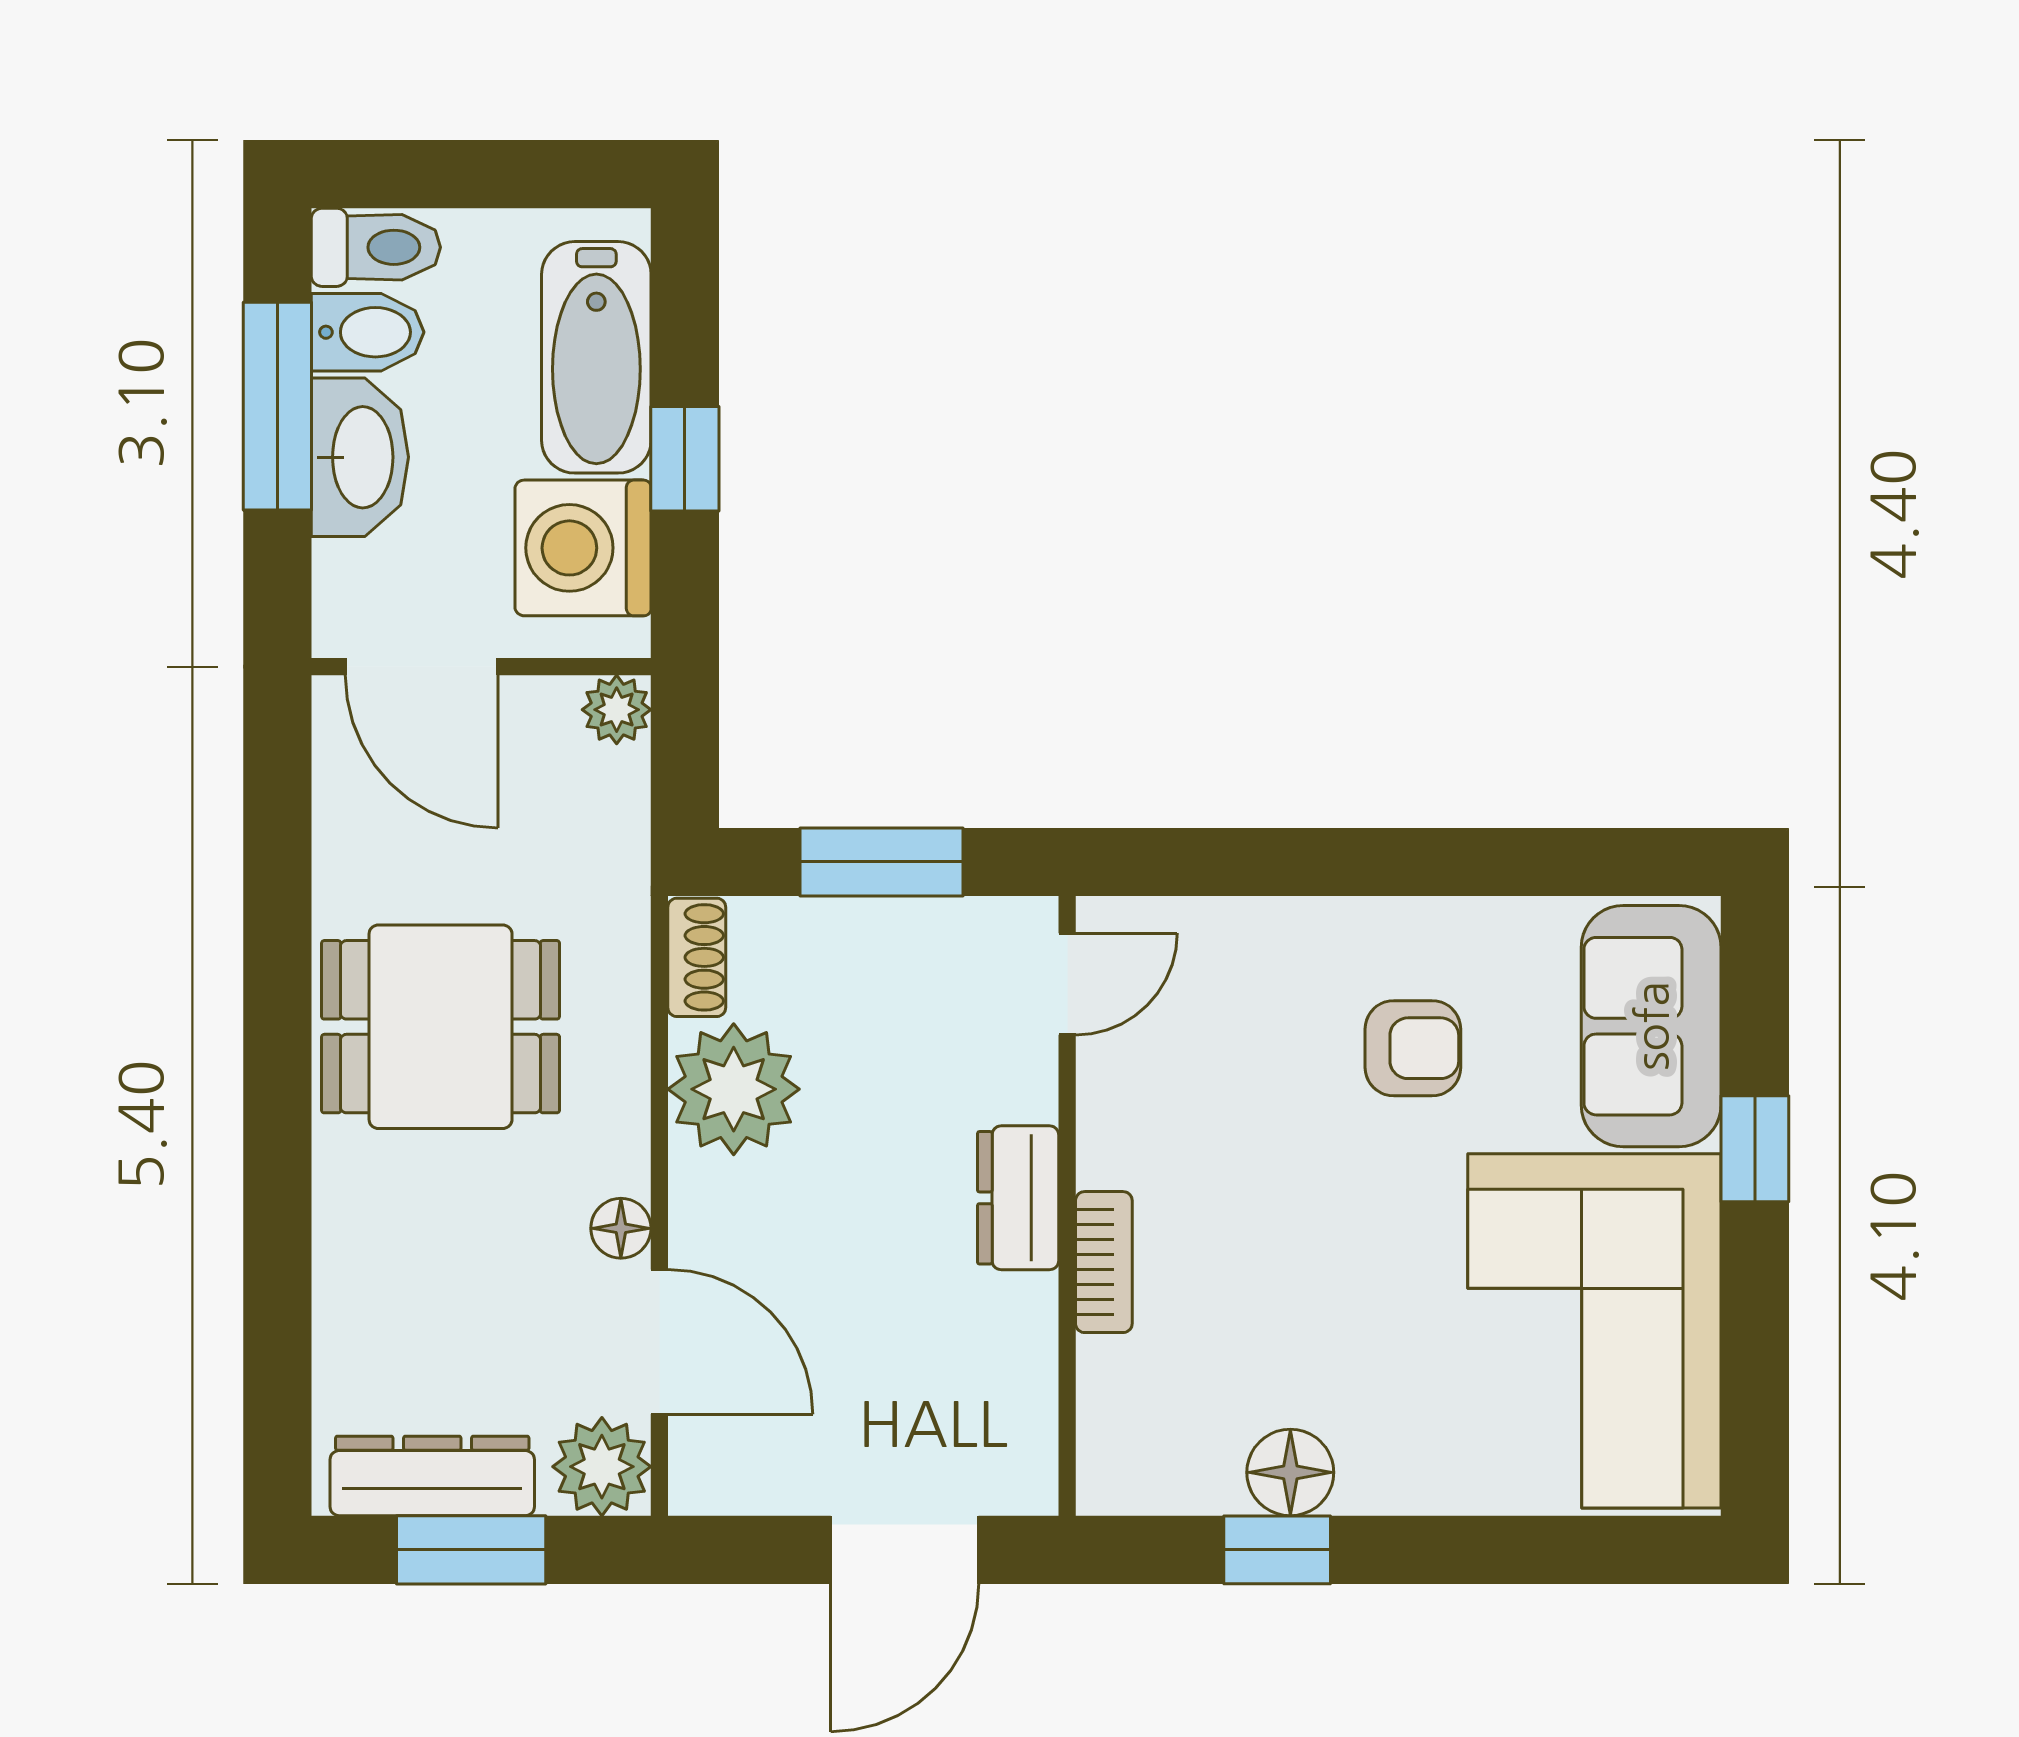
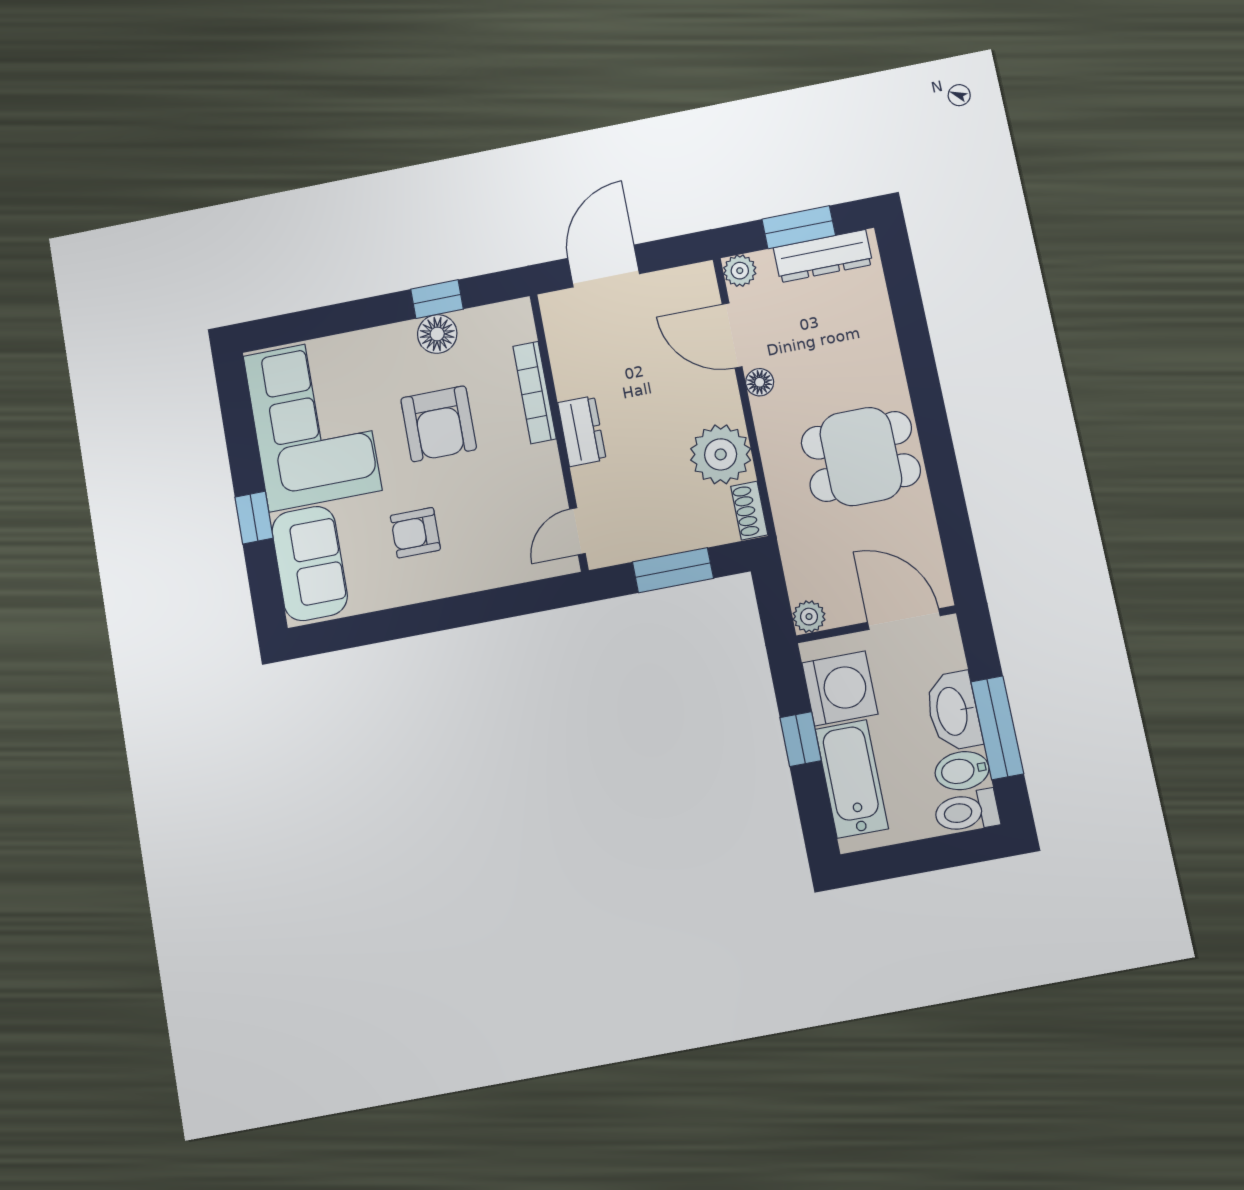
bookcase: (1104, 1262) -> (534, 392), width x1.56
armchair: (1322, 1275) -> (439, 424), added
plant: (602, 1467) -> (740, 271), width x0.73, depth x0.73

